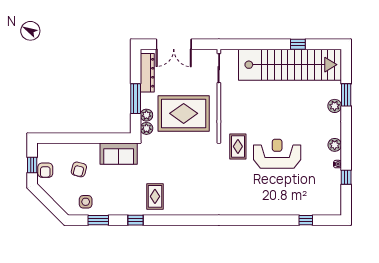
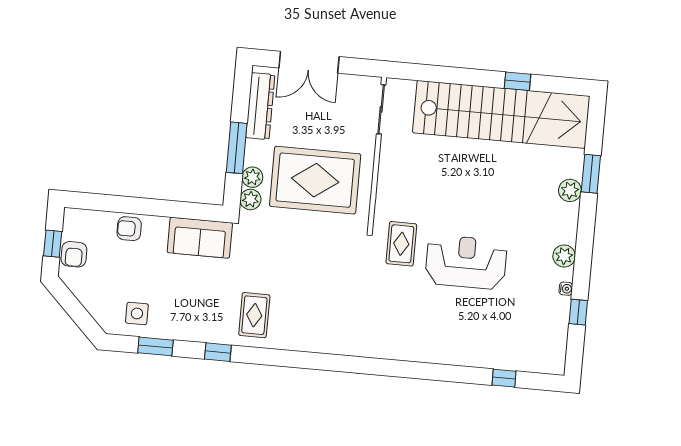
armchair: (79, 169) -> (129, 229), moved, turned 76

